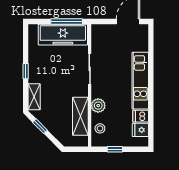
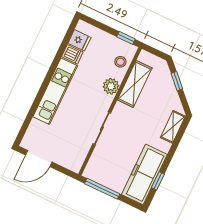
freezer: (63, 35) -> (144, 174), moved, turned -90
window: (26, 71) -> (158, 181), moved
window: (40, 126) -> (177, 81), moved
window: (115, 149) -> (126, 38), moved

